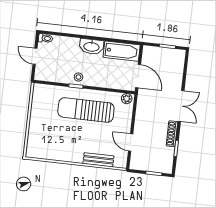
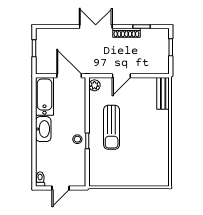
door: (138, 76) -> (69, 76), hinge flipped
sun lounger: (86, 110) -> (112, 127), width x0.73, depth x0.75
door: (131, 142) -> (121, 76), moved
bench: (98, 160) -> (163, 93), moved

